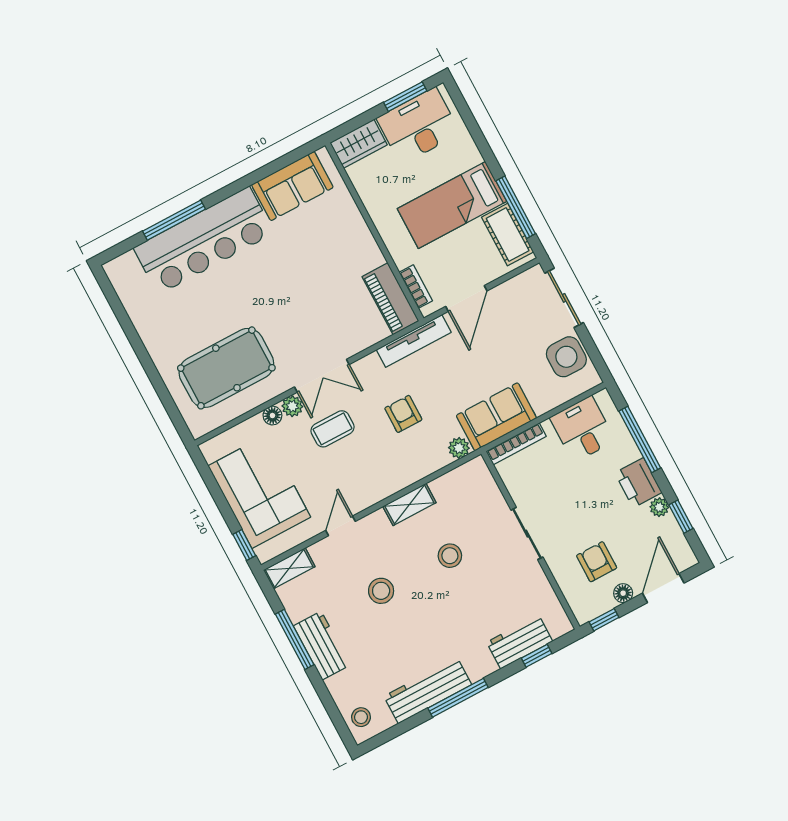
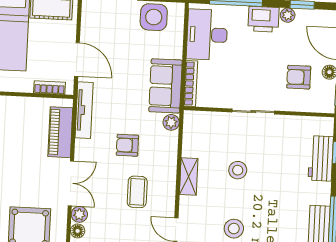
piano: (391, 299) -> (60, 132), moved, turned 90
coffee table: (332, 429) -> (137, 192), moved
desk: (583, 429) -> (207, 35), width x1.37

